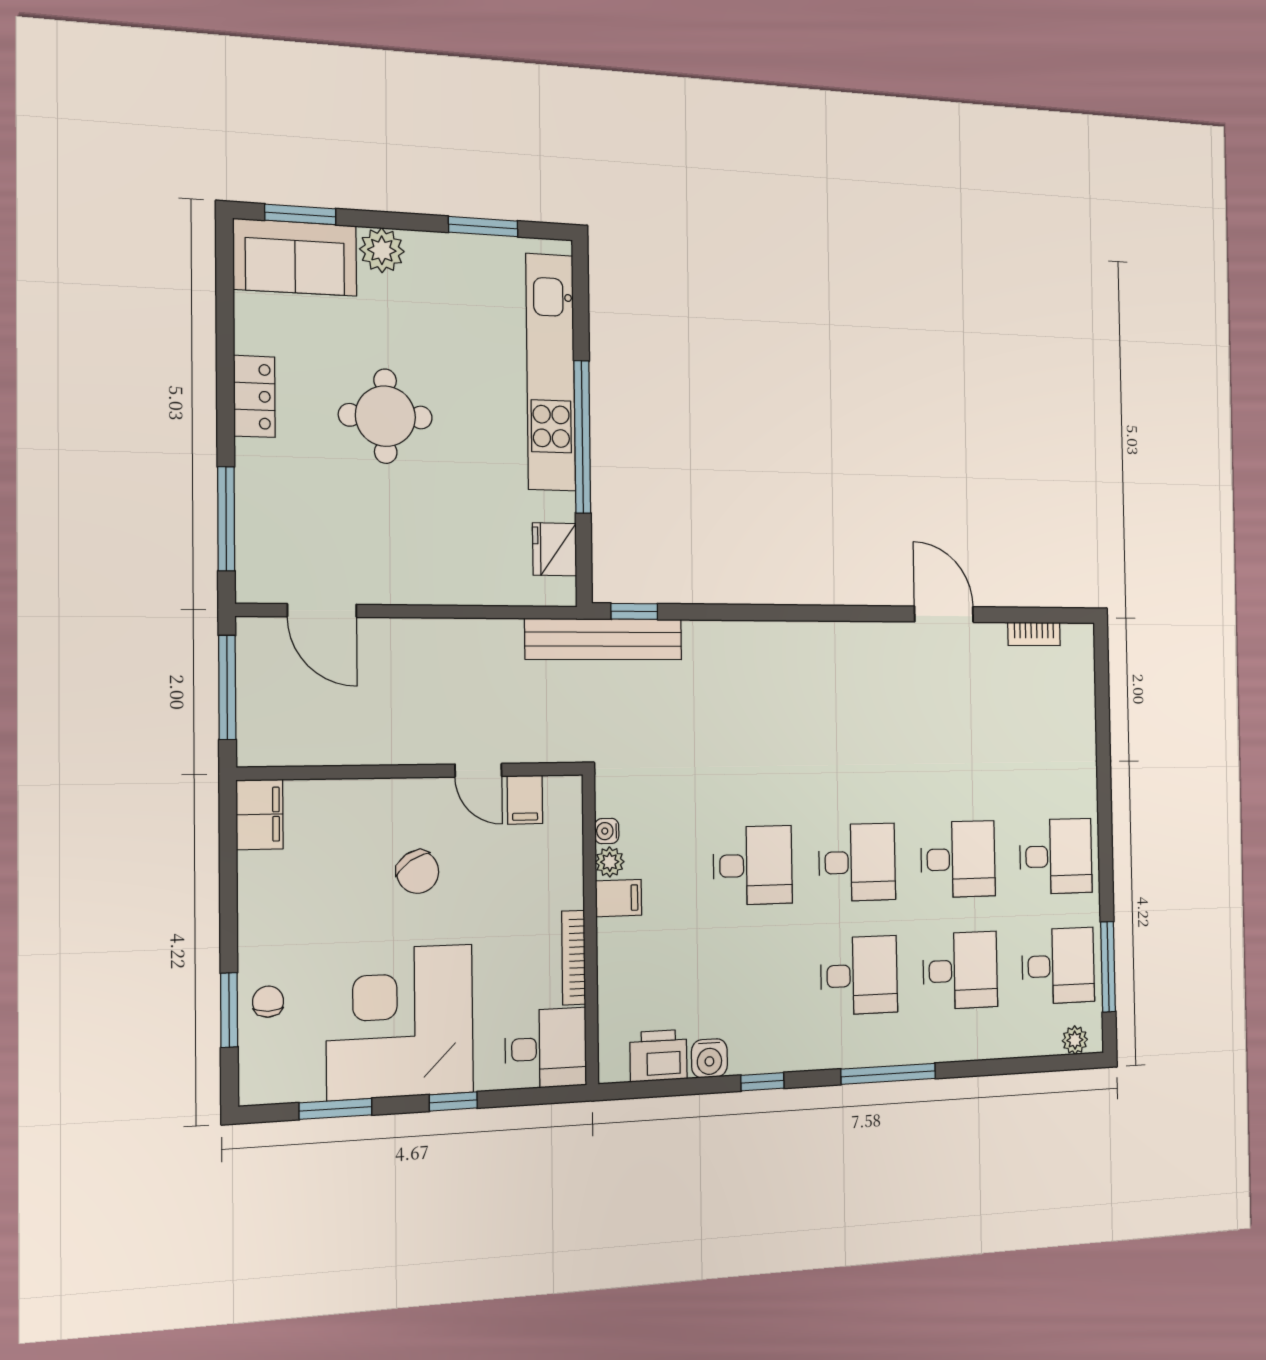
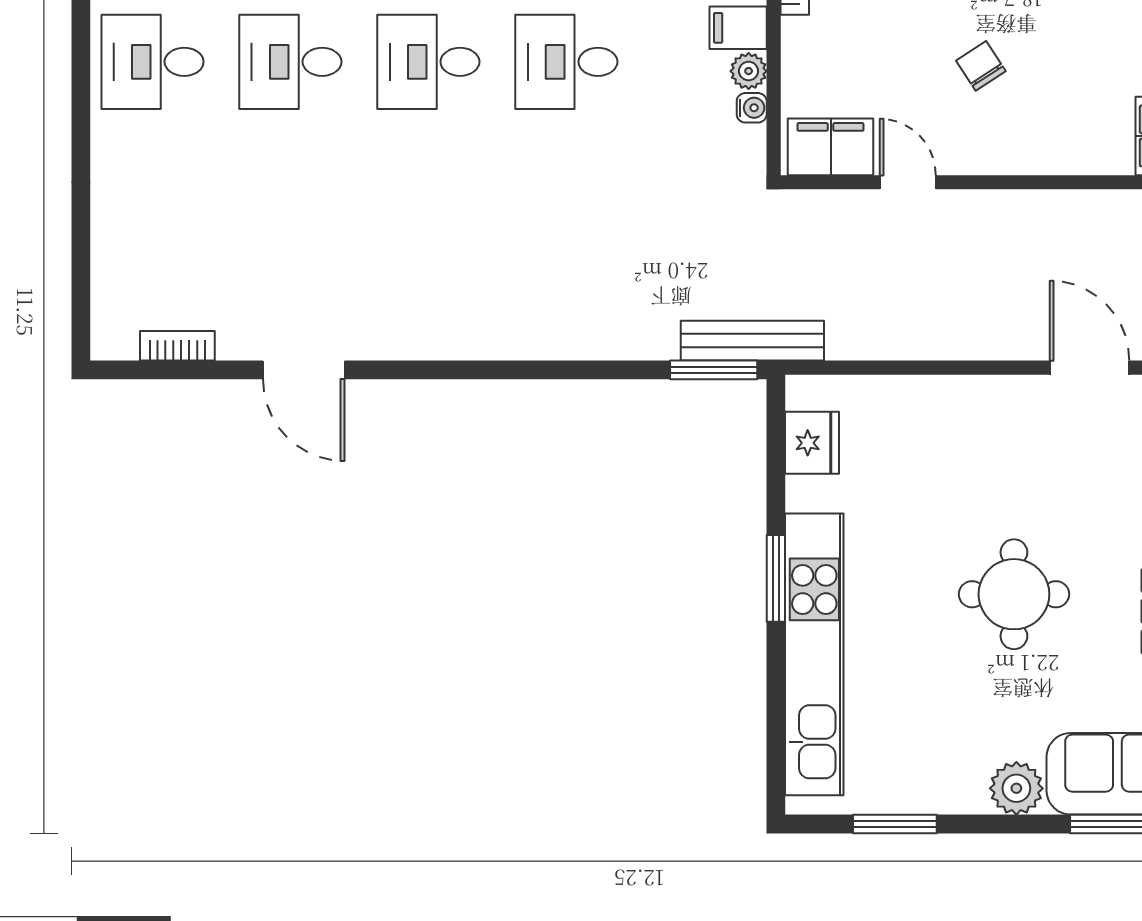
window: (582, 437) -> (776, 578), width x0.47
window: (634, 611) -> (714, 370), width x1.50
bench: (604, 639) -> (752, 341), width x0.73, depth x0.82
filing cabinet: (525, 800) -> (831, 147), width x2.00
chair: (418, 872) -> (981, 66), width x0.73, depth x0.73

